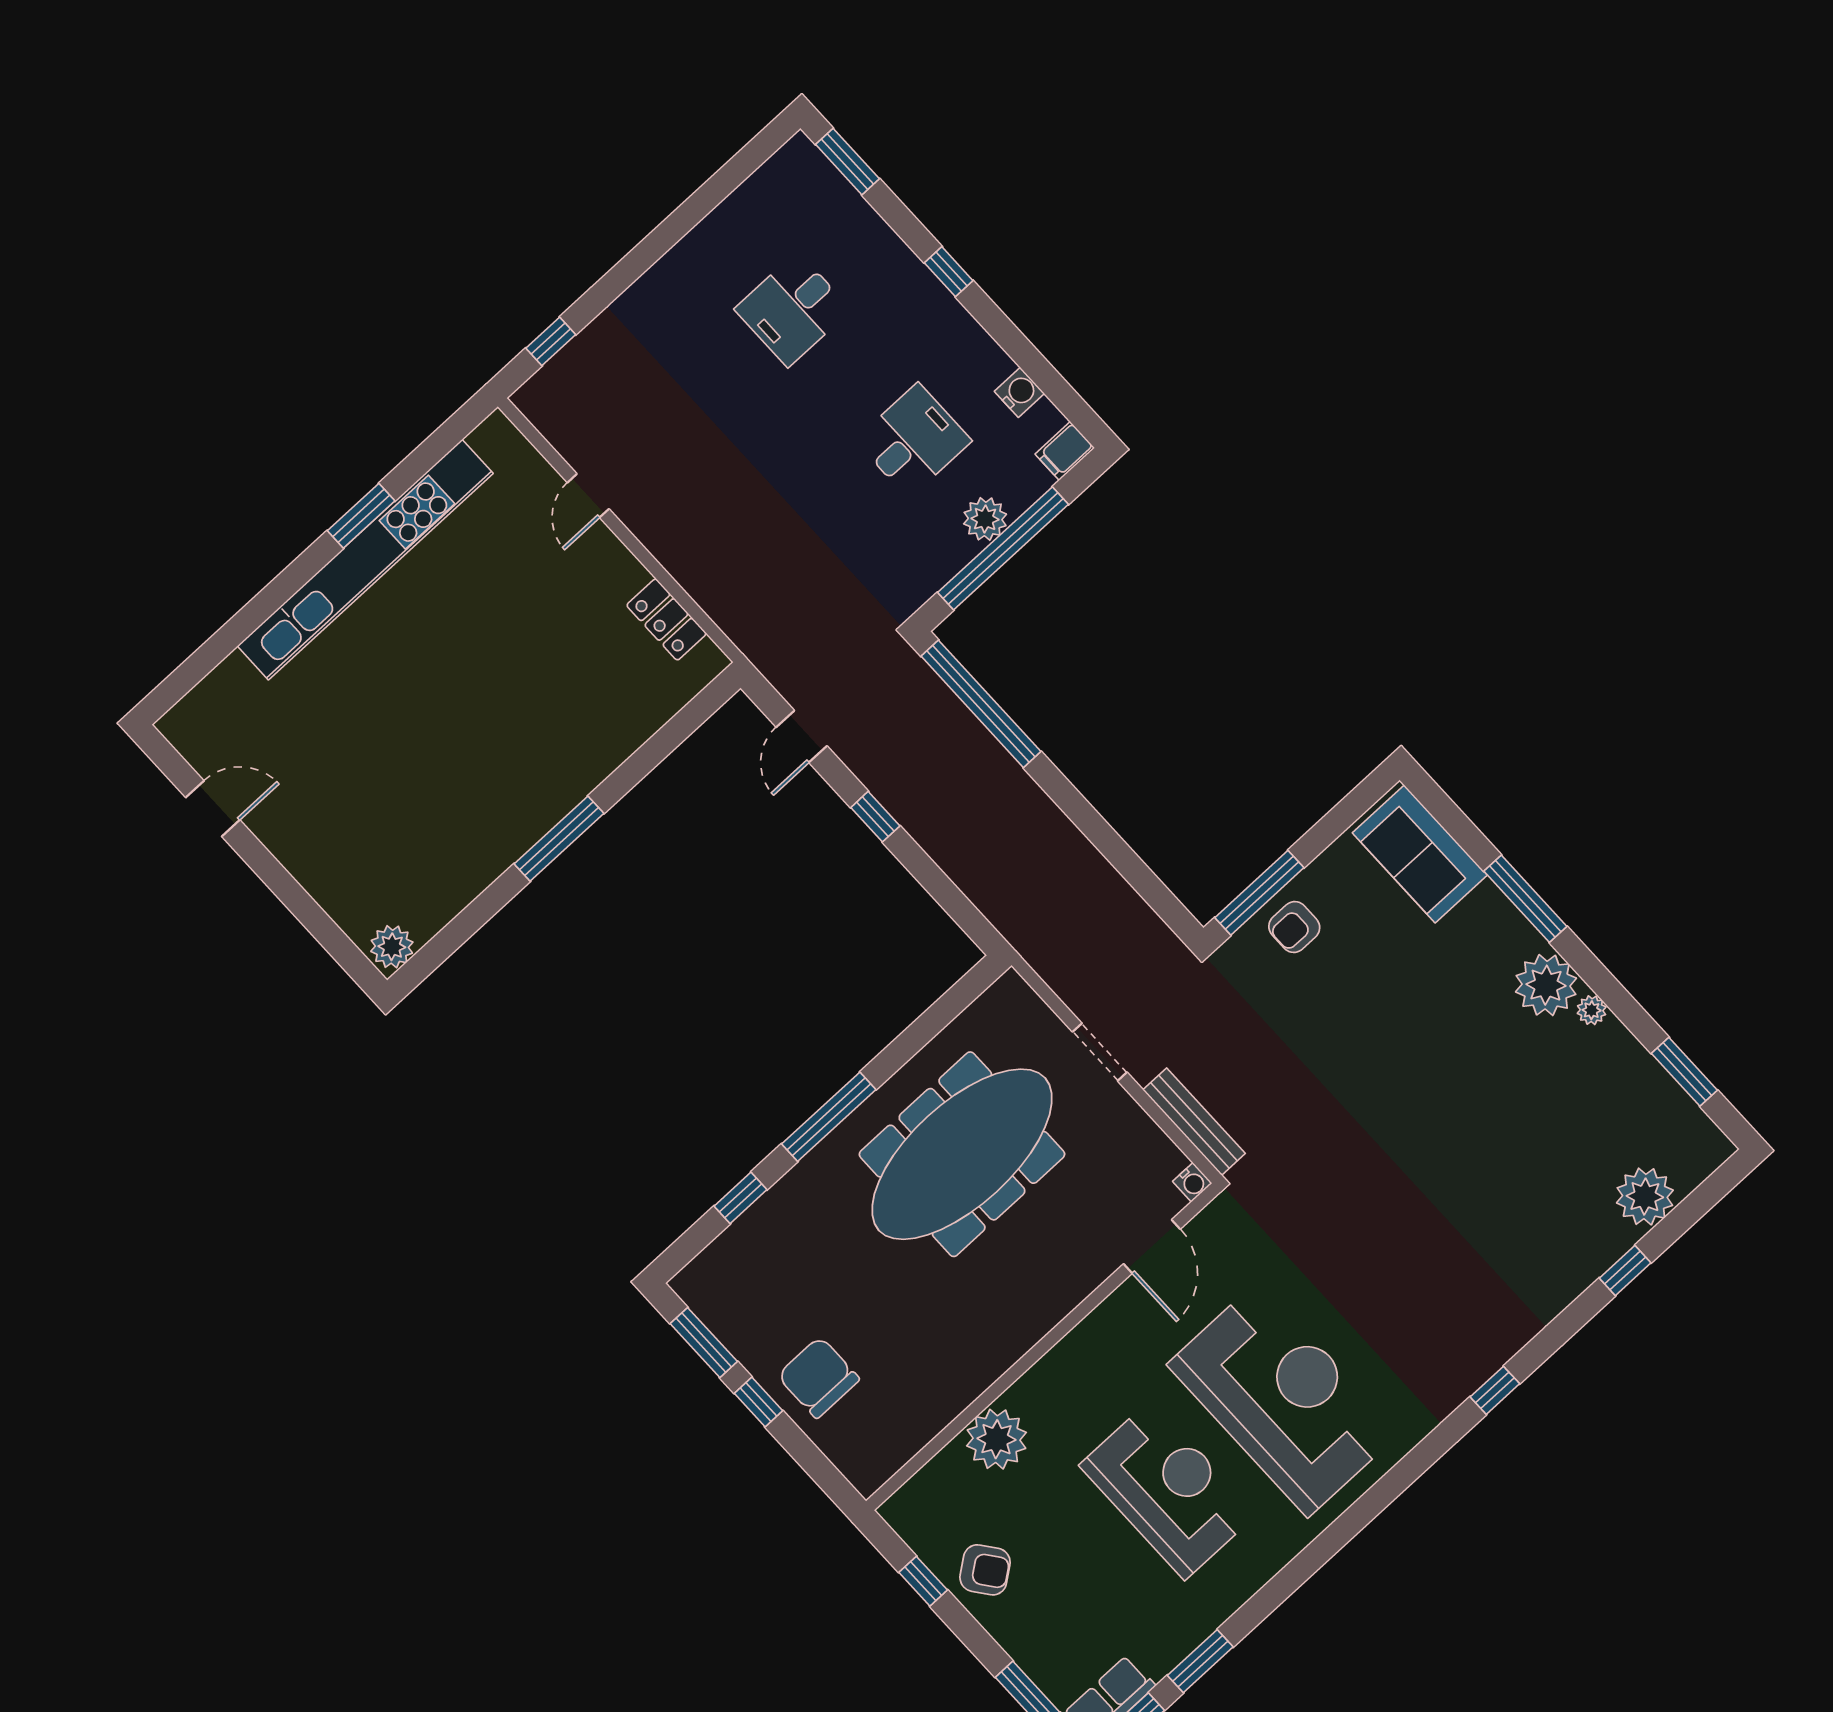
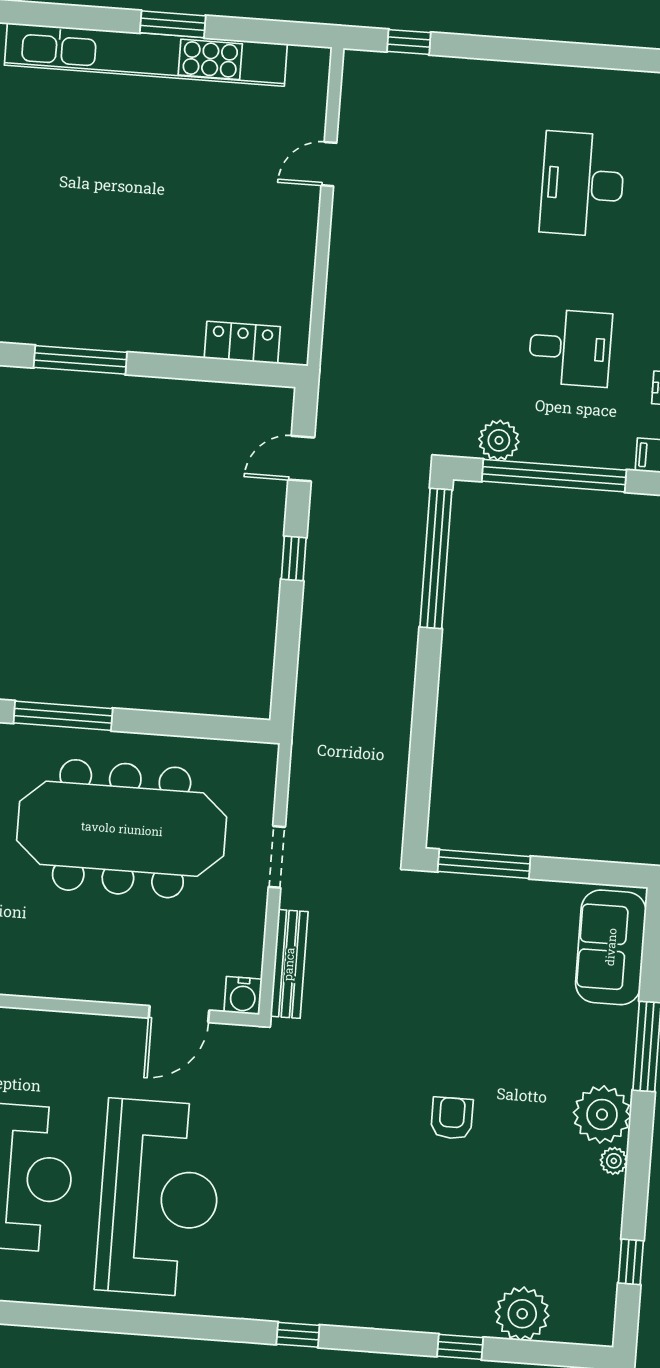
desk: (793, 309) -> (582, 184), width x1.37
plant: (985, 519) -> (499, 440), moved
locker: (666, 619) -> (242, 342), moved, turned 90
armchair: (1294, 927) -> (452, 1118), moved, turned 90
window: (1684, 1072) -> (631, 1262), width x0.67
water cooler: (1192, 1182) -> (243, 996), width x1.38, depth x1.38

